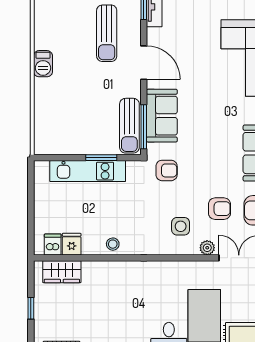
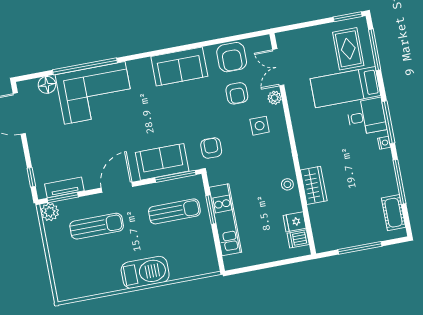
barbecue: (43, 64) -> (145, 272), width x1.88, depth x1.53
sun lounger: (129, 126) -> (174, 211), moved
armchair: (219, 209) -> (237, 93), turned 180
wardrobe: (62, 272) -> (314, 185), moved
window: (31, 308) -> (360, 248), width x2.17

